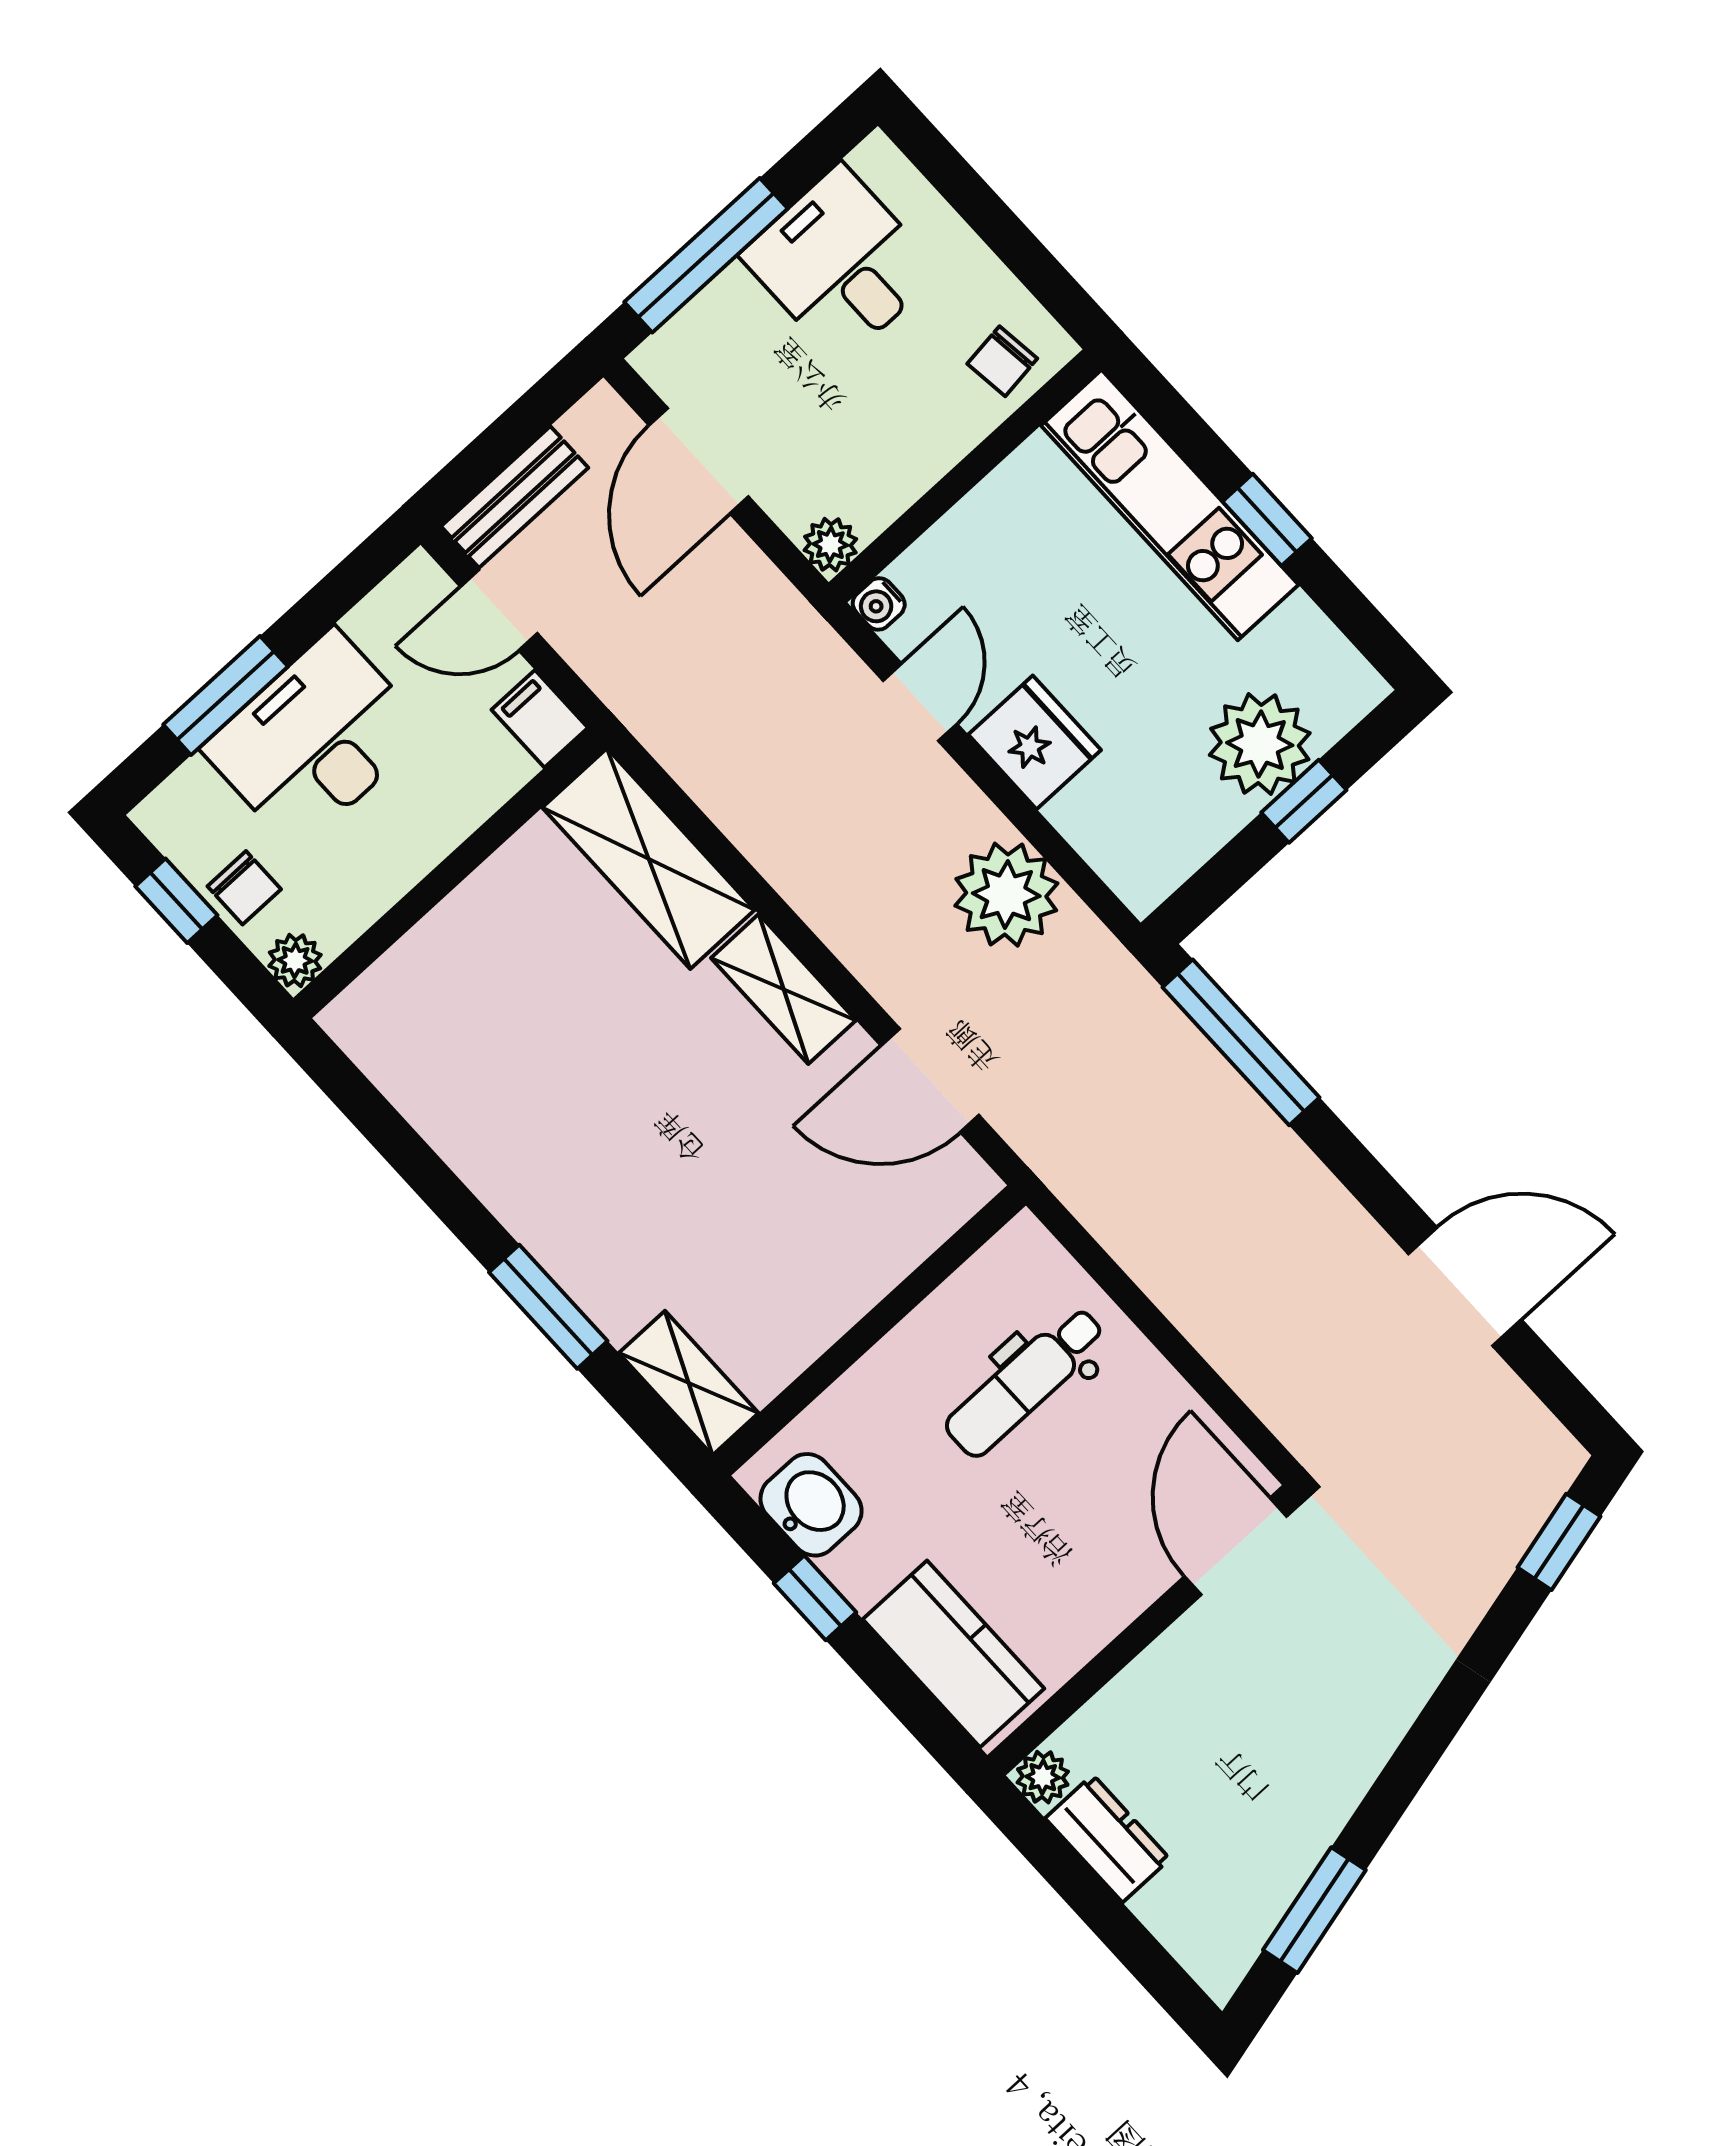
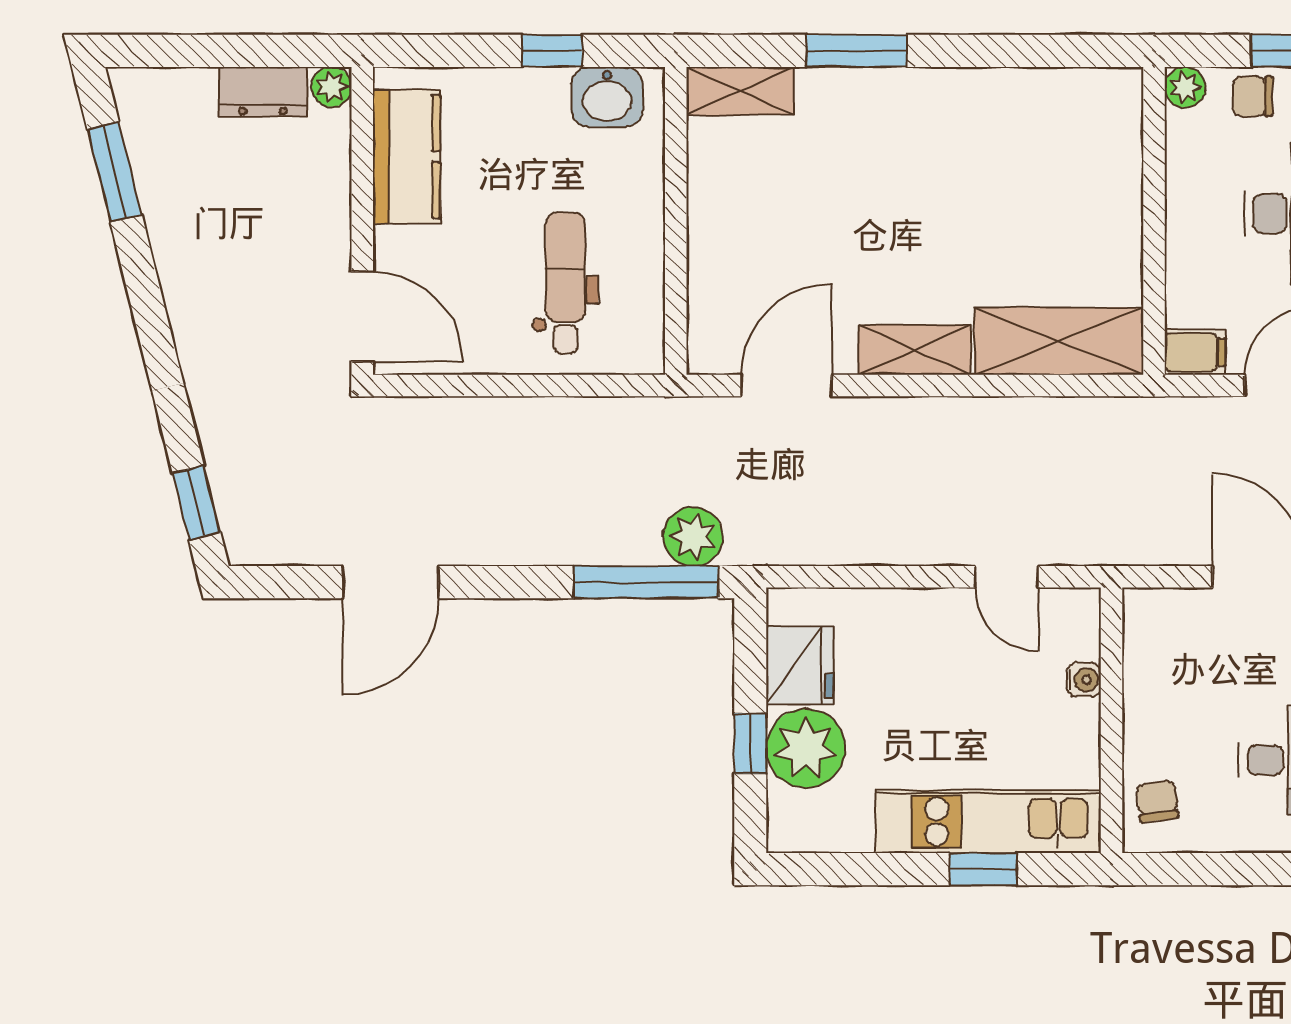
window: (1267, 520) -> (983, 869), moved
plant: (830, 545) -> (1143, 608), removed
water cooler: (879, 604) -> (1084, 680), moved, turned 90
fridge: (1035, 742) -> (800, 665), moved, turned -90
plant: (1006, 895) -> (693, 537), moved, width x0.73, depth x0.73
kitchen counter: (954, 1654) -> (406, 157), moved, turned -90

